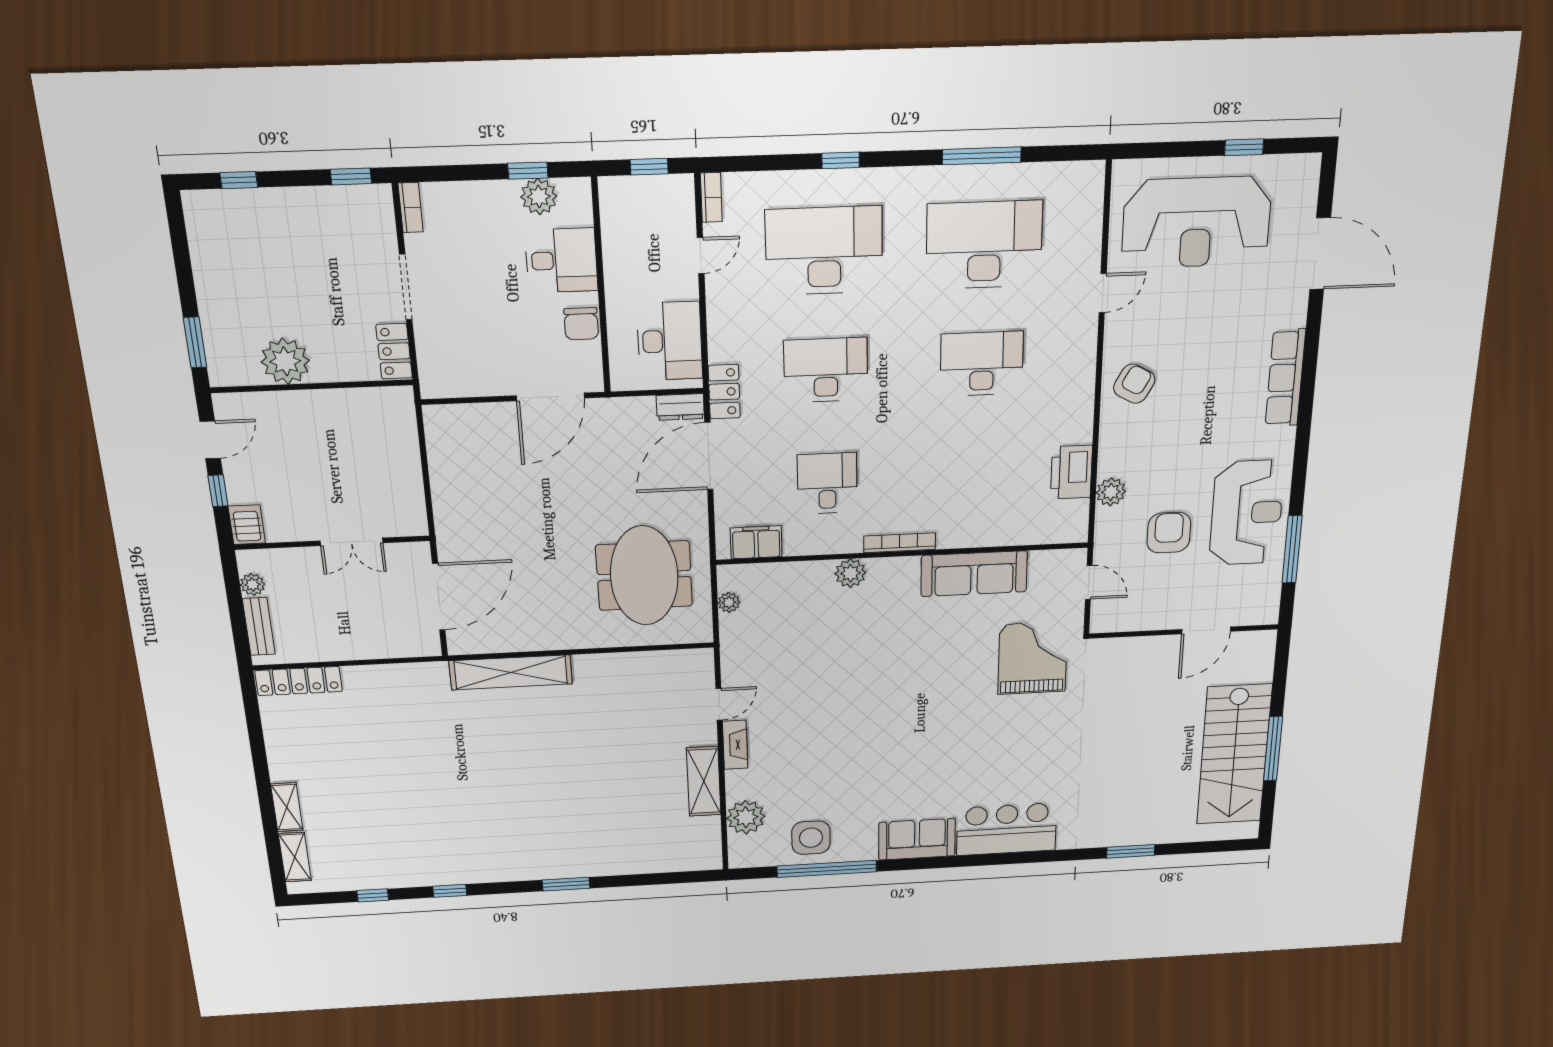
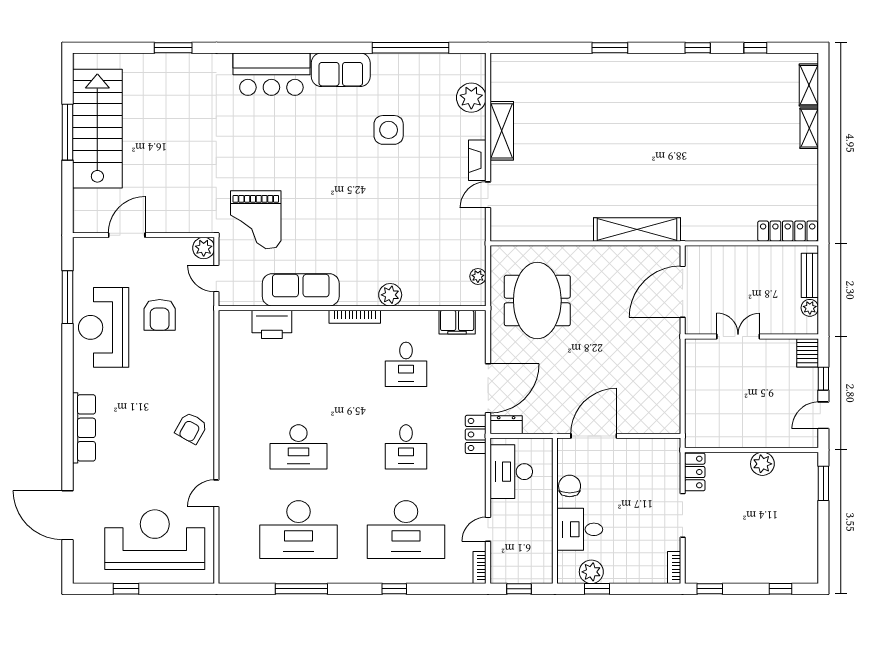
plant: (285, 361) -> (762, 464), width x0.73, depth x0.73
desk: (826, 370) -> (406, 447), width x0.73
printer: (1071, 472) -> (272, 324), moved, turned 90
plant: (1111, 492) -> (204, 248), moved
side table: (811, 838) -> (389, 130), moved

